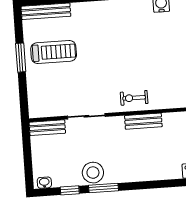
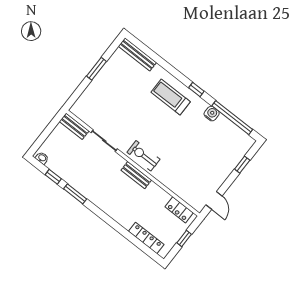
treadmill: (54, 52) -> (171, 97), moved, turned 180
exercise bike: (134, 98) -> (143, 156), width x1.38, depth x1.39
stool: (93, 173) -> (77, 179), removed

